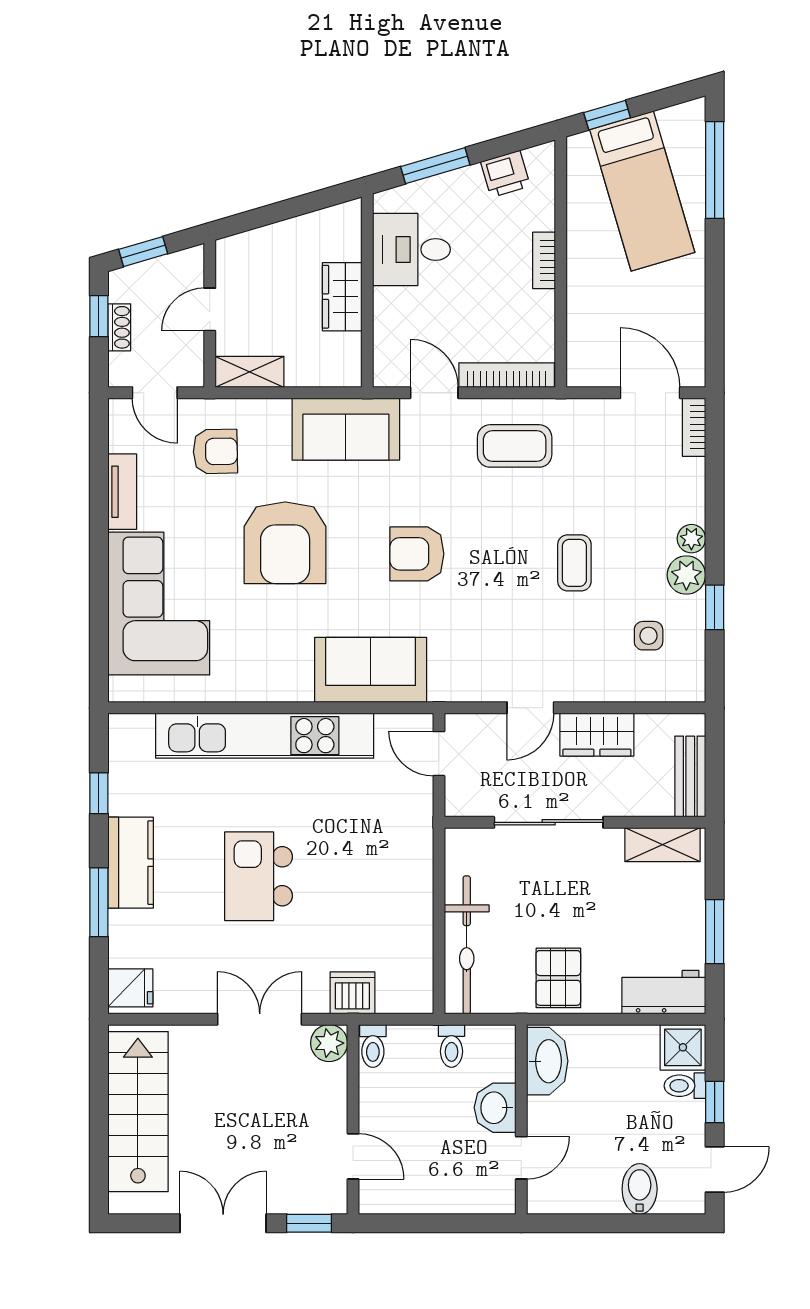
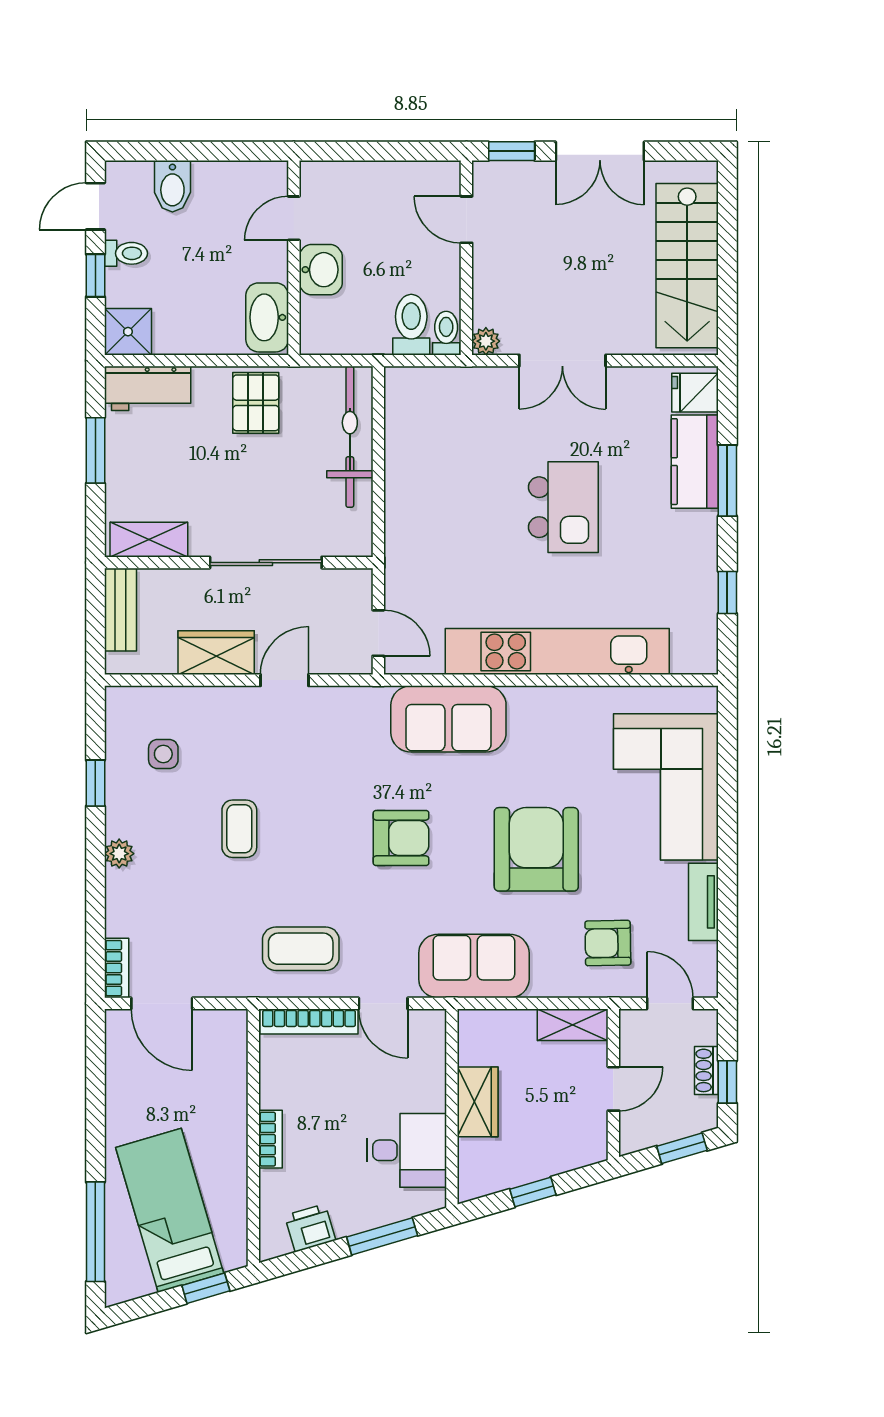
window: (288, 209) -> (533, 1192), added
plant: (686, 575) -> (124, 816), removed
kitchen counter: (131, 863) -> (695, 462), moved
dishwasher: (352, 993) -> (467, 388), removed
plant: (329, 1043) -> (486, 341), width x0.73, depth x0.73
toilet: (451, 1046) -> (411, 325), moved, width x1.37, depth x1.39
toilet: (685, 1086) -> (126, 253), moved

